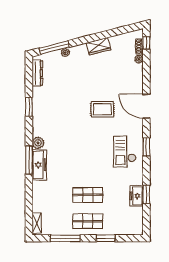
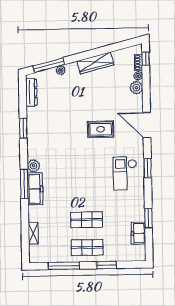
wardrobe: (99, 46) -> (95, 63), width x1.50
plant: (137, 70) -> (136, 88), added
freezer: (136, 196) -> (138, 233), moved
shelving: (37, 223) -> (33, 233), moved

